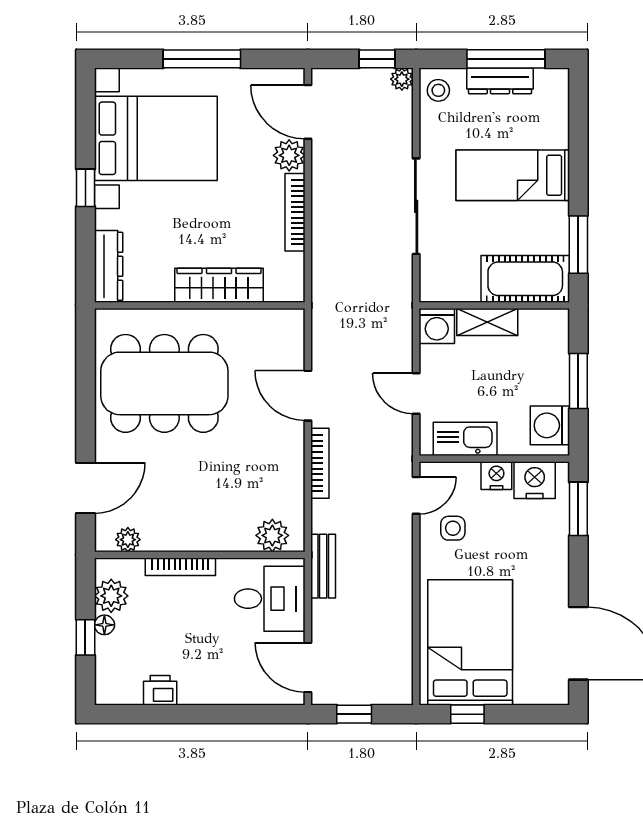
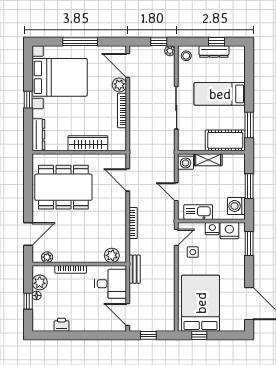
window: (506, 59) -> (217, 42), width x0.46
door: (308, 396) -> (128, 180), moved

